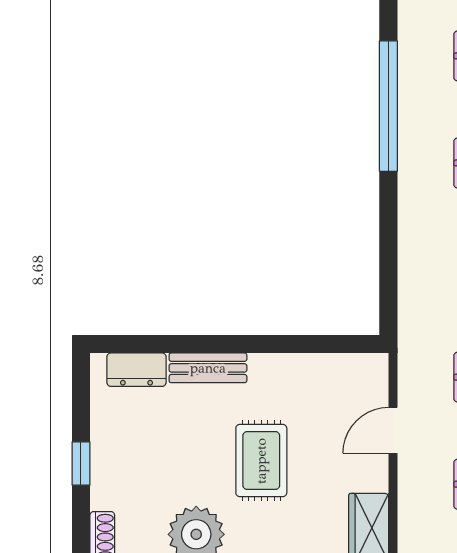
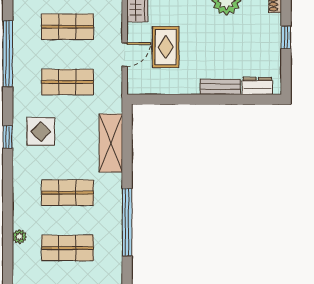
shelving: (420, 259) -> (111, 143), added
rug: (261, 461) -> (166, 47), moved

